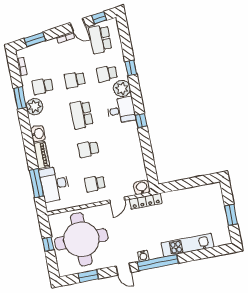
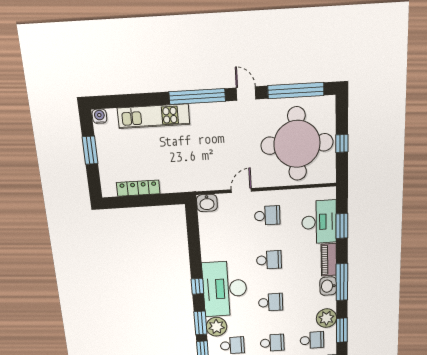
window: (135, 90) -> (200, 323), added
desk: (121, 110) -> (225, 289), width x1.87, depth x1.30
school desk: (82, 115) -> (271, 302), width x0.54
window: (28, 138) -> (342, 282), added
window: (36, 183) -> (342, 226), width x0.69
locker: (146, 201) -> (138, 188), moved
water cooler: (143, 256) -> (99, 116), moved
window: (88, 276) -> (296, 91), width x2.11

